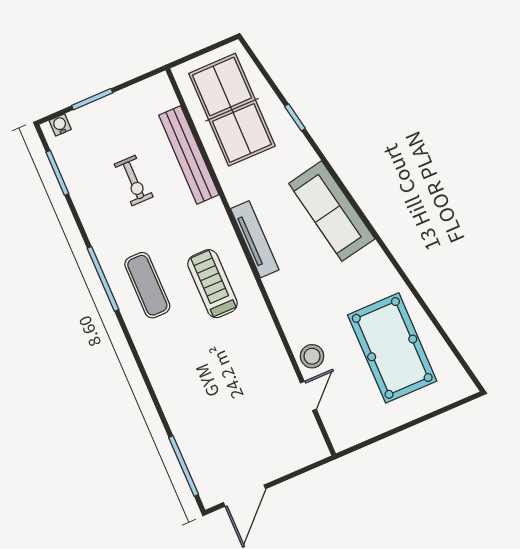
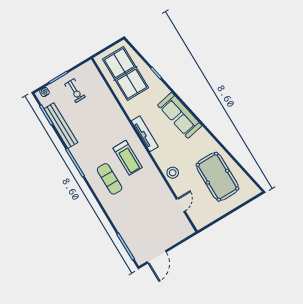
bench: (189, 155) -> (61, 126), moved
exercise bike: (134, 180) -> (75, 91), moved
treadmill: (213, 284) -> (128, 158), turned 180
exercise mat: (147, 285) -> (110, 179), moved
stool: (312, 356) -> (173, 173), moved

